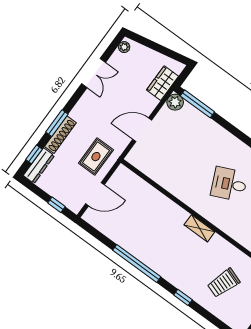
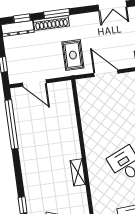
rug: (96, 157) -> (73, 55), moved, turned 90
window: (137, 264) -> (11, 124), moved

